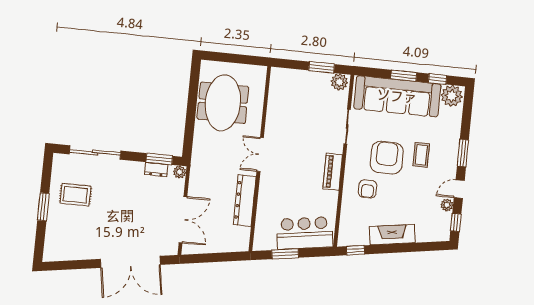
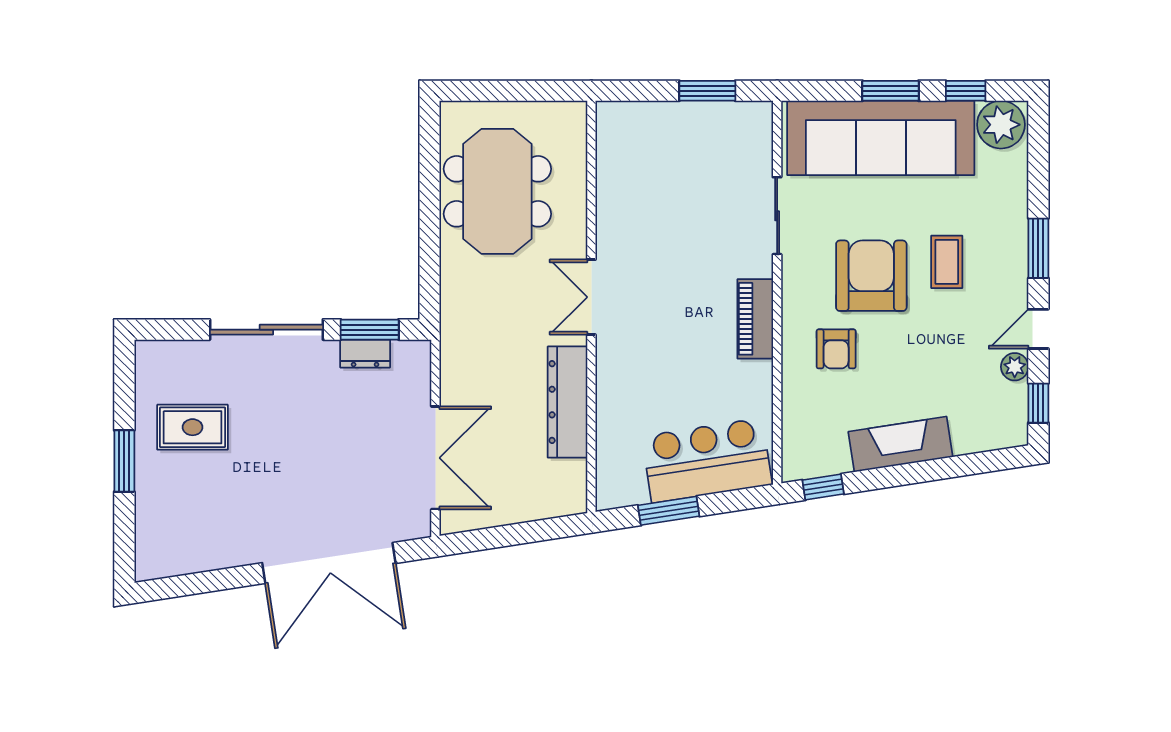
plant: (339, 82) -> (750, 119), removed
sliding door: (95, 152) -> (266, 330), moved
plant: (180, 172) -> (417, 354), removed

